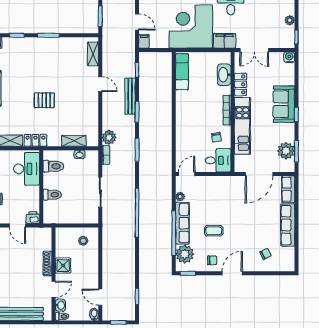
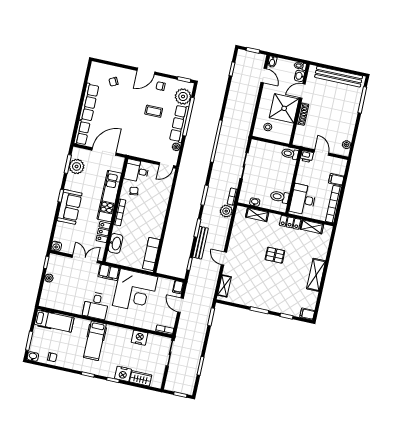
toilet: (52, 195) -> (290, 154), moved
shower: (63, 266) -> (284, 108), width x1.86, depth x1.86

